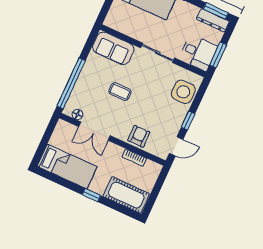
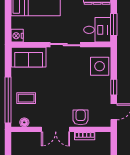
nightstand: (111, 20) -> (17, 36), added
coffee table: (120, 92) -> (26, 98), moved
double door: (94, 131) -> (56, 129), moved

